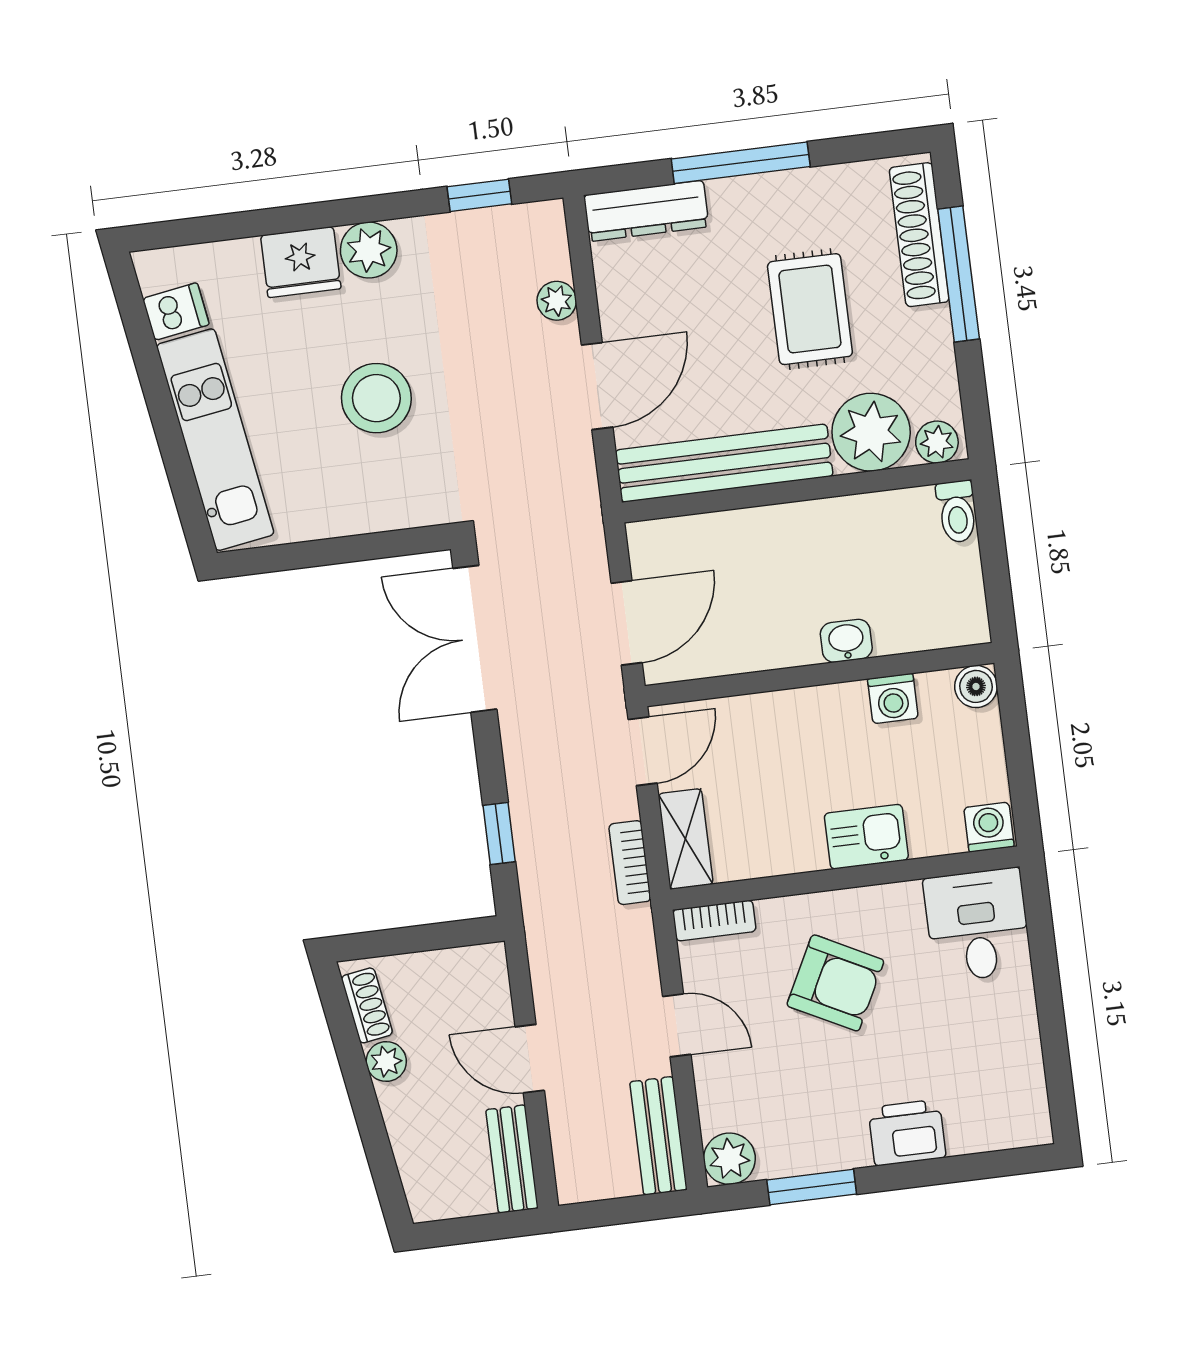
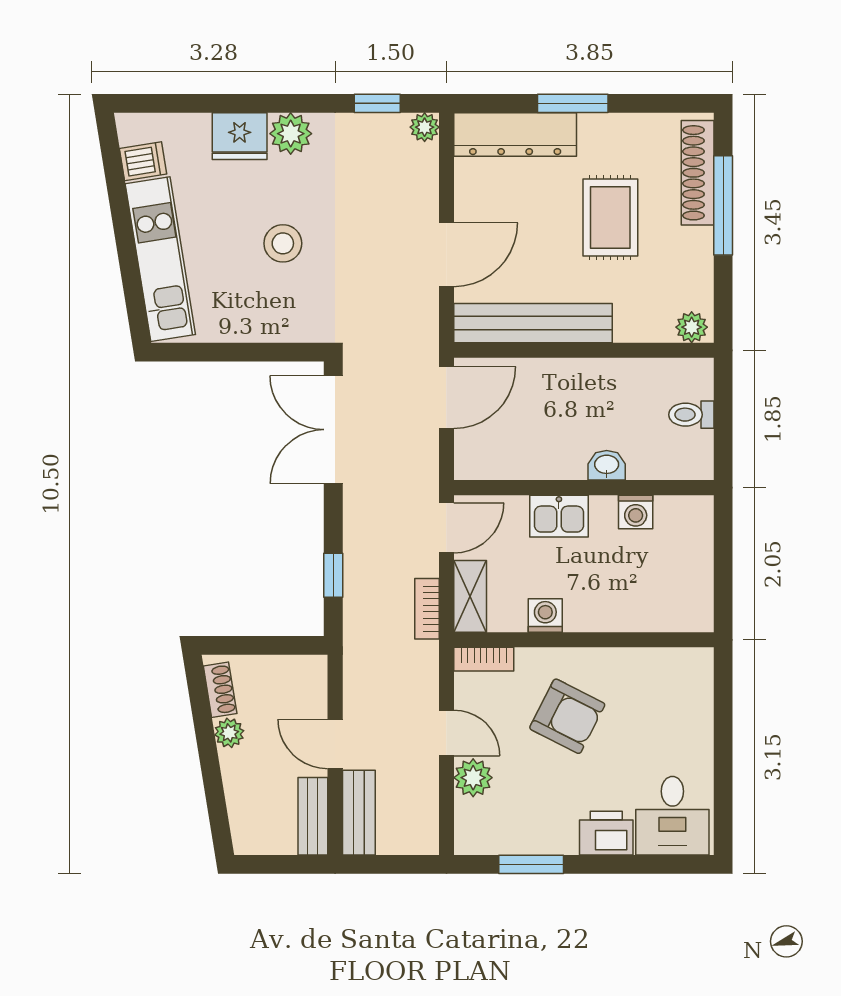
window: (741, 163) -> (573, 103), width x0.69
dresser: (646, 211) -> (515, 135), width x1.37, depth x1.24
plant: (557, 301) -> (425, 127), moved
stool: (376, 398) -> (283, 243), width x0.73, depth x0.73
plant: (871, 432) -> (644, 314), removed
toilet: (957, 512) -> (691, 415), moved, turned 90
door: (627, 623) -> (446, 398), moved
boiler: (976, 686) -> (698, 511), removed
washing machine: (989, 827) -> (545, 616), moved
kitchen sink: (866, 837) -> (559, 516), moved, turned 180
desk: (977, 925) -> (672, 816), moved, turned 180
bench: (658, 1136) -> (359, 813), moved
plant: (729, 1159) -> (473, 778), moved

